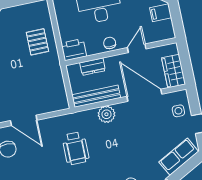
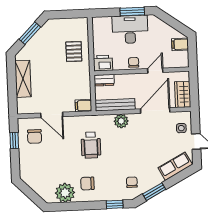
dresser: (93, 67) -> (104, 80), moved
door: (144, 95) -> (155, 111), hinge flipped
filing cabinet: (59, 103) -> (83, 106), added

